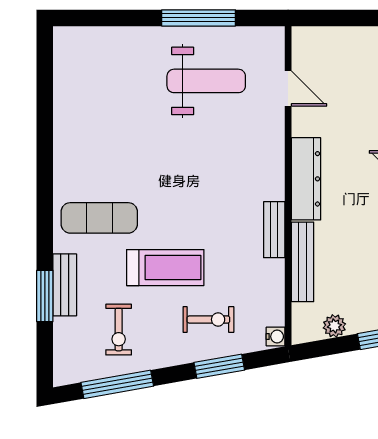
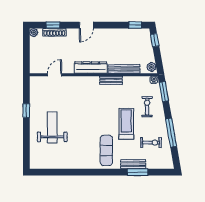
window: (199, 18) -> (26, 111), width x0.46
weight bench: (206, 81) -> (52, 127), moved
plant: (334, 326) -> (151, 67), moved
window: (219, 366) -> (164, 92), moved
window: (117, 384) -> (171, 133), moved

